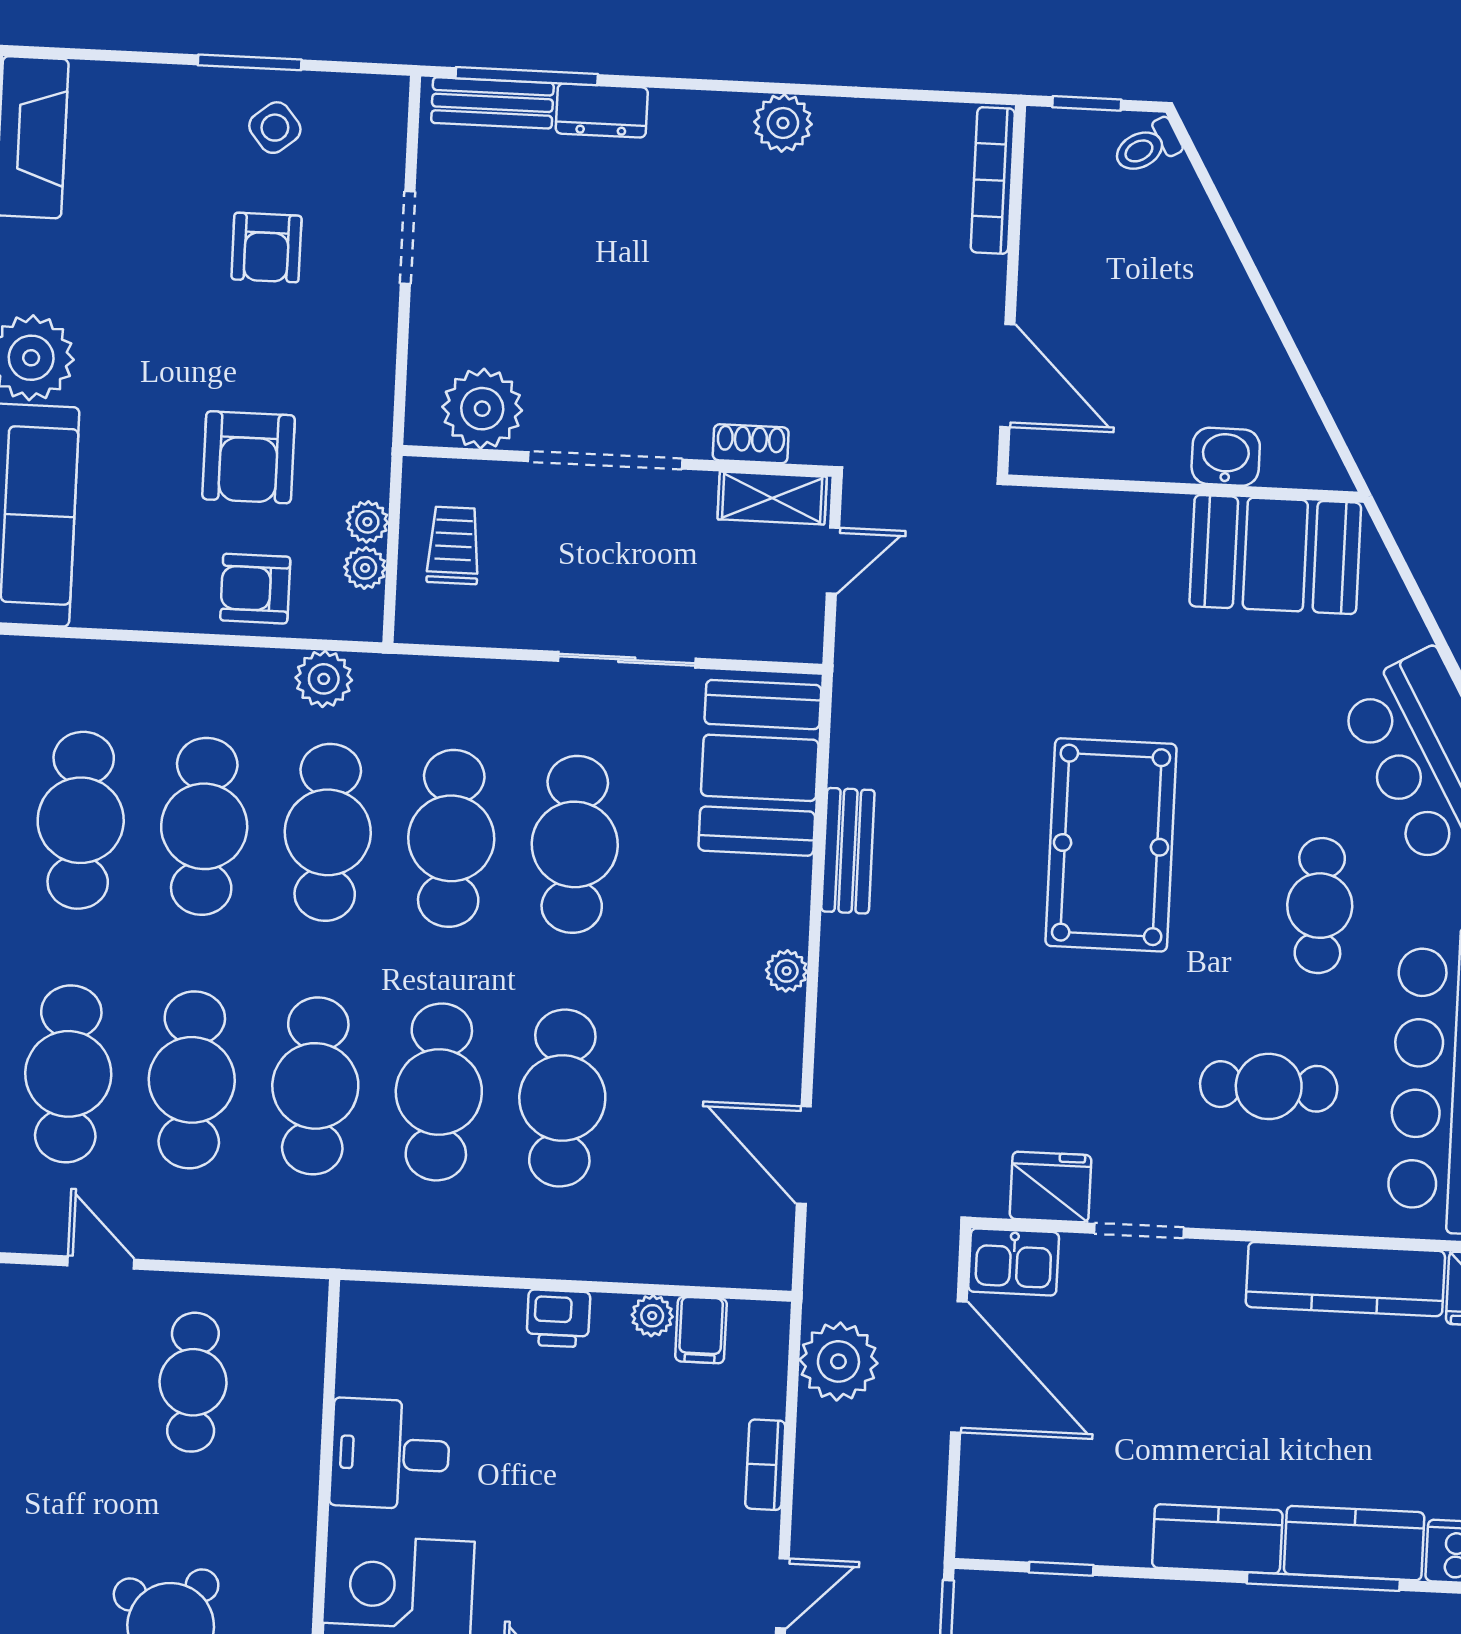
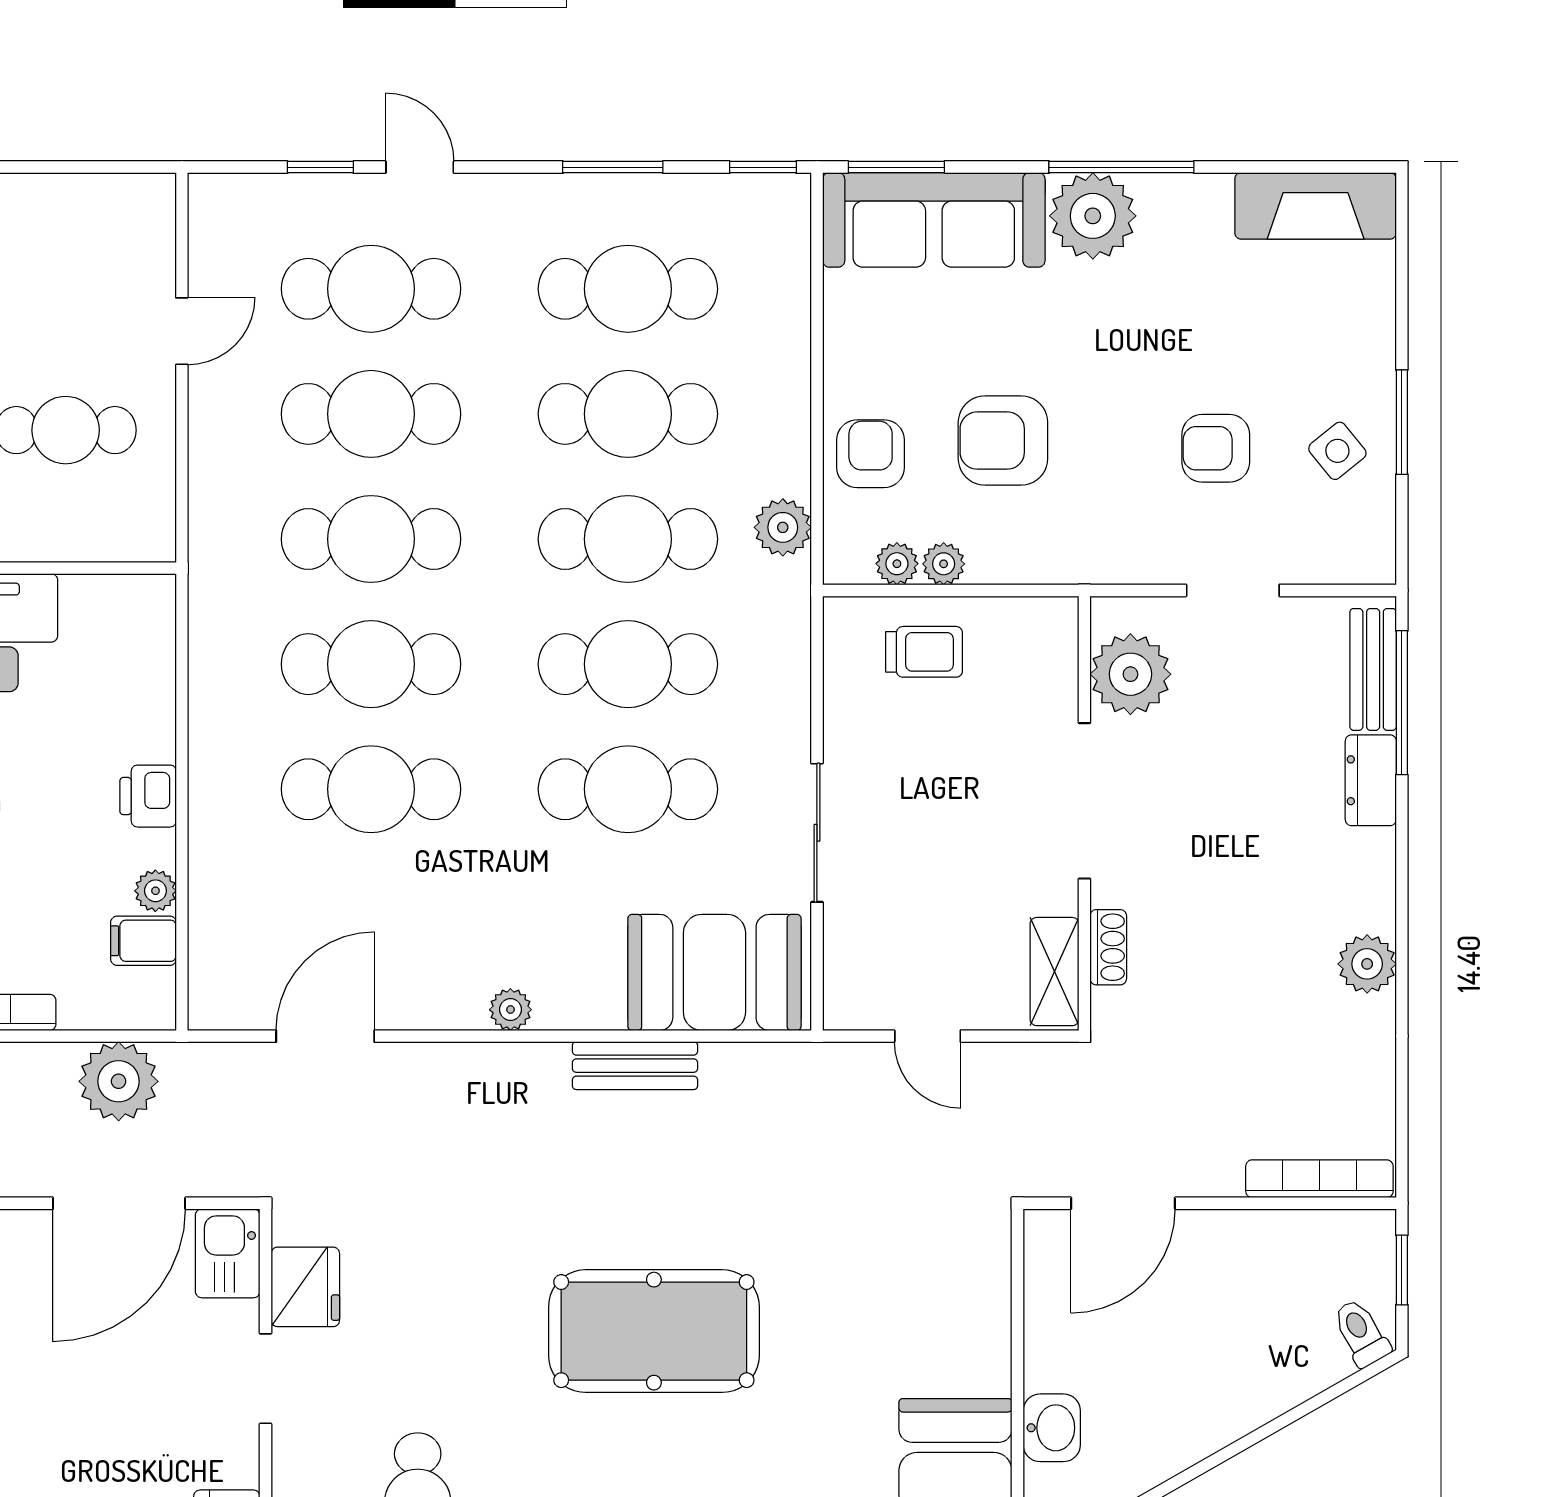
plant: (482, 409) -> (1130, 674), moved
shoe rack: (751, 444) -> (1108, 947), moved
doorway: (605, 460) -> (1084, 801), moved
wall: (617, 461) -> (1084, 813), moved
shelving: (772, 498) -> (1054, 972), moved

